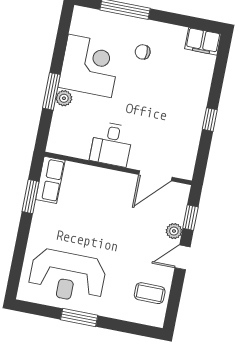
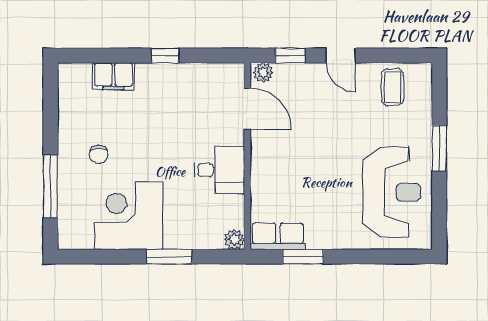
filing cabinet: (203, 41) -> (113, 76), moved, turned 90
plant: (64, 98) -> (234, 240), moved
plant: (174, 231) -> (263, 72), moved
window: (79, 317) -> (439, 148), moved

